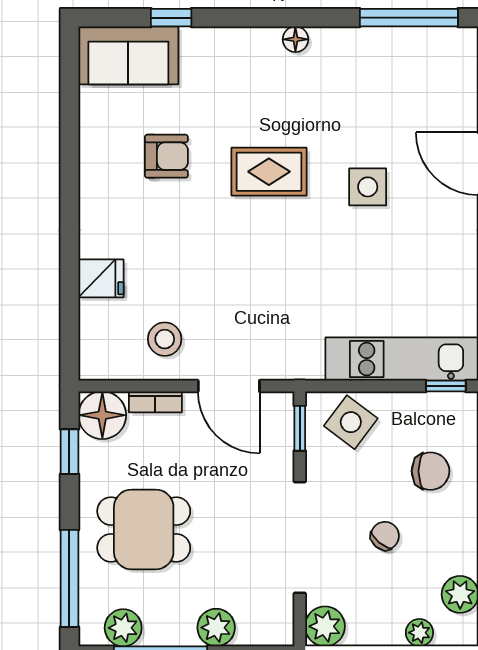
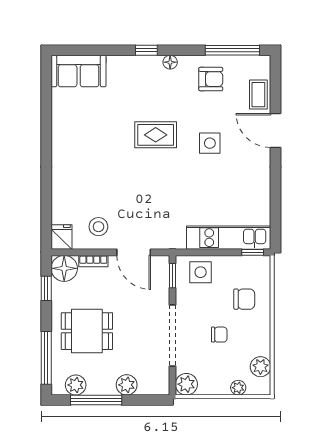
window: (171, 18) -> (146, 50), moved
coffee table: (456, 98) -> (258, 95), added
armchair: (166, 156) -> (211, 79), moved
fridge: (101, 278) -> (61, 237), moved, turned -90
side table: (351, 422) -> (201, 272), turned -37
chair: (385, 536) -> (219, 335), turned 50

